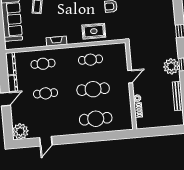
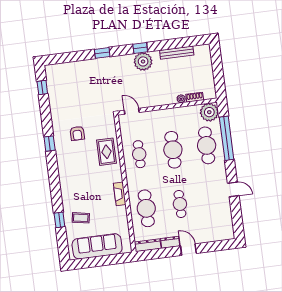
cafe table: (43, 64) -> (146, 208), width x1.37, depth x1.35
door: (130, 77) -> (132, 111), moved
plant: (20, 131) -> (209, 112), moved
window: (101, 136) -> (227, 138), added
door: (46, 141) -> (233, 189), moved

